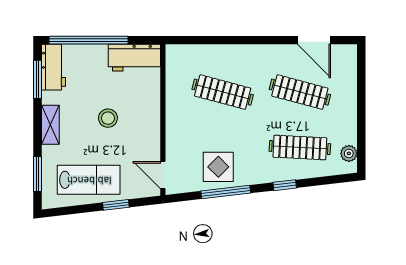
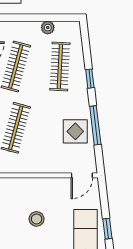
plant: (349, 153) -> (48, 28), moved
window: (116, 205) -> (107, 229), moved

